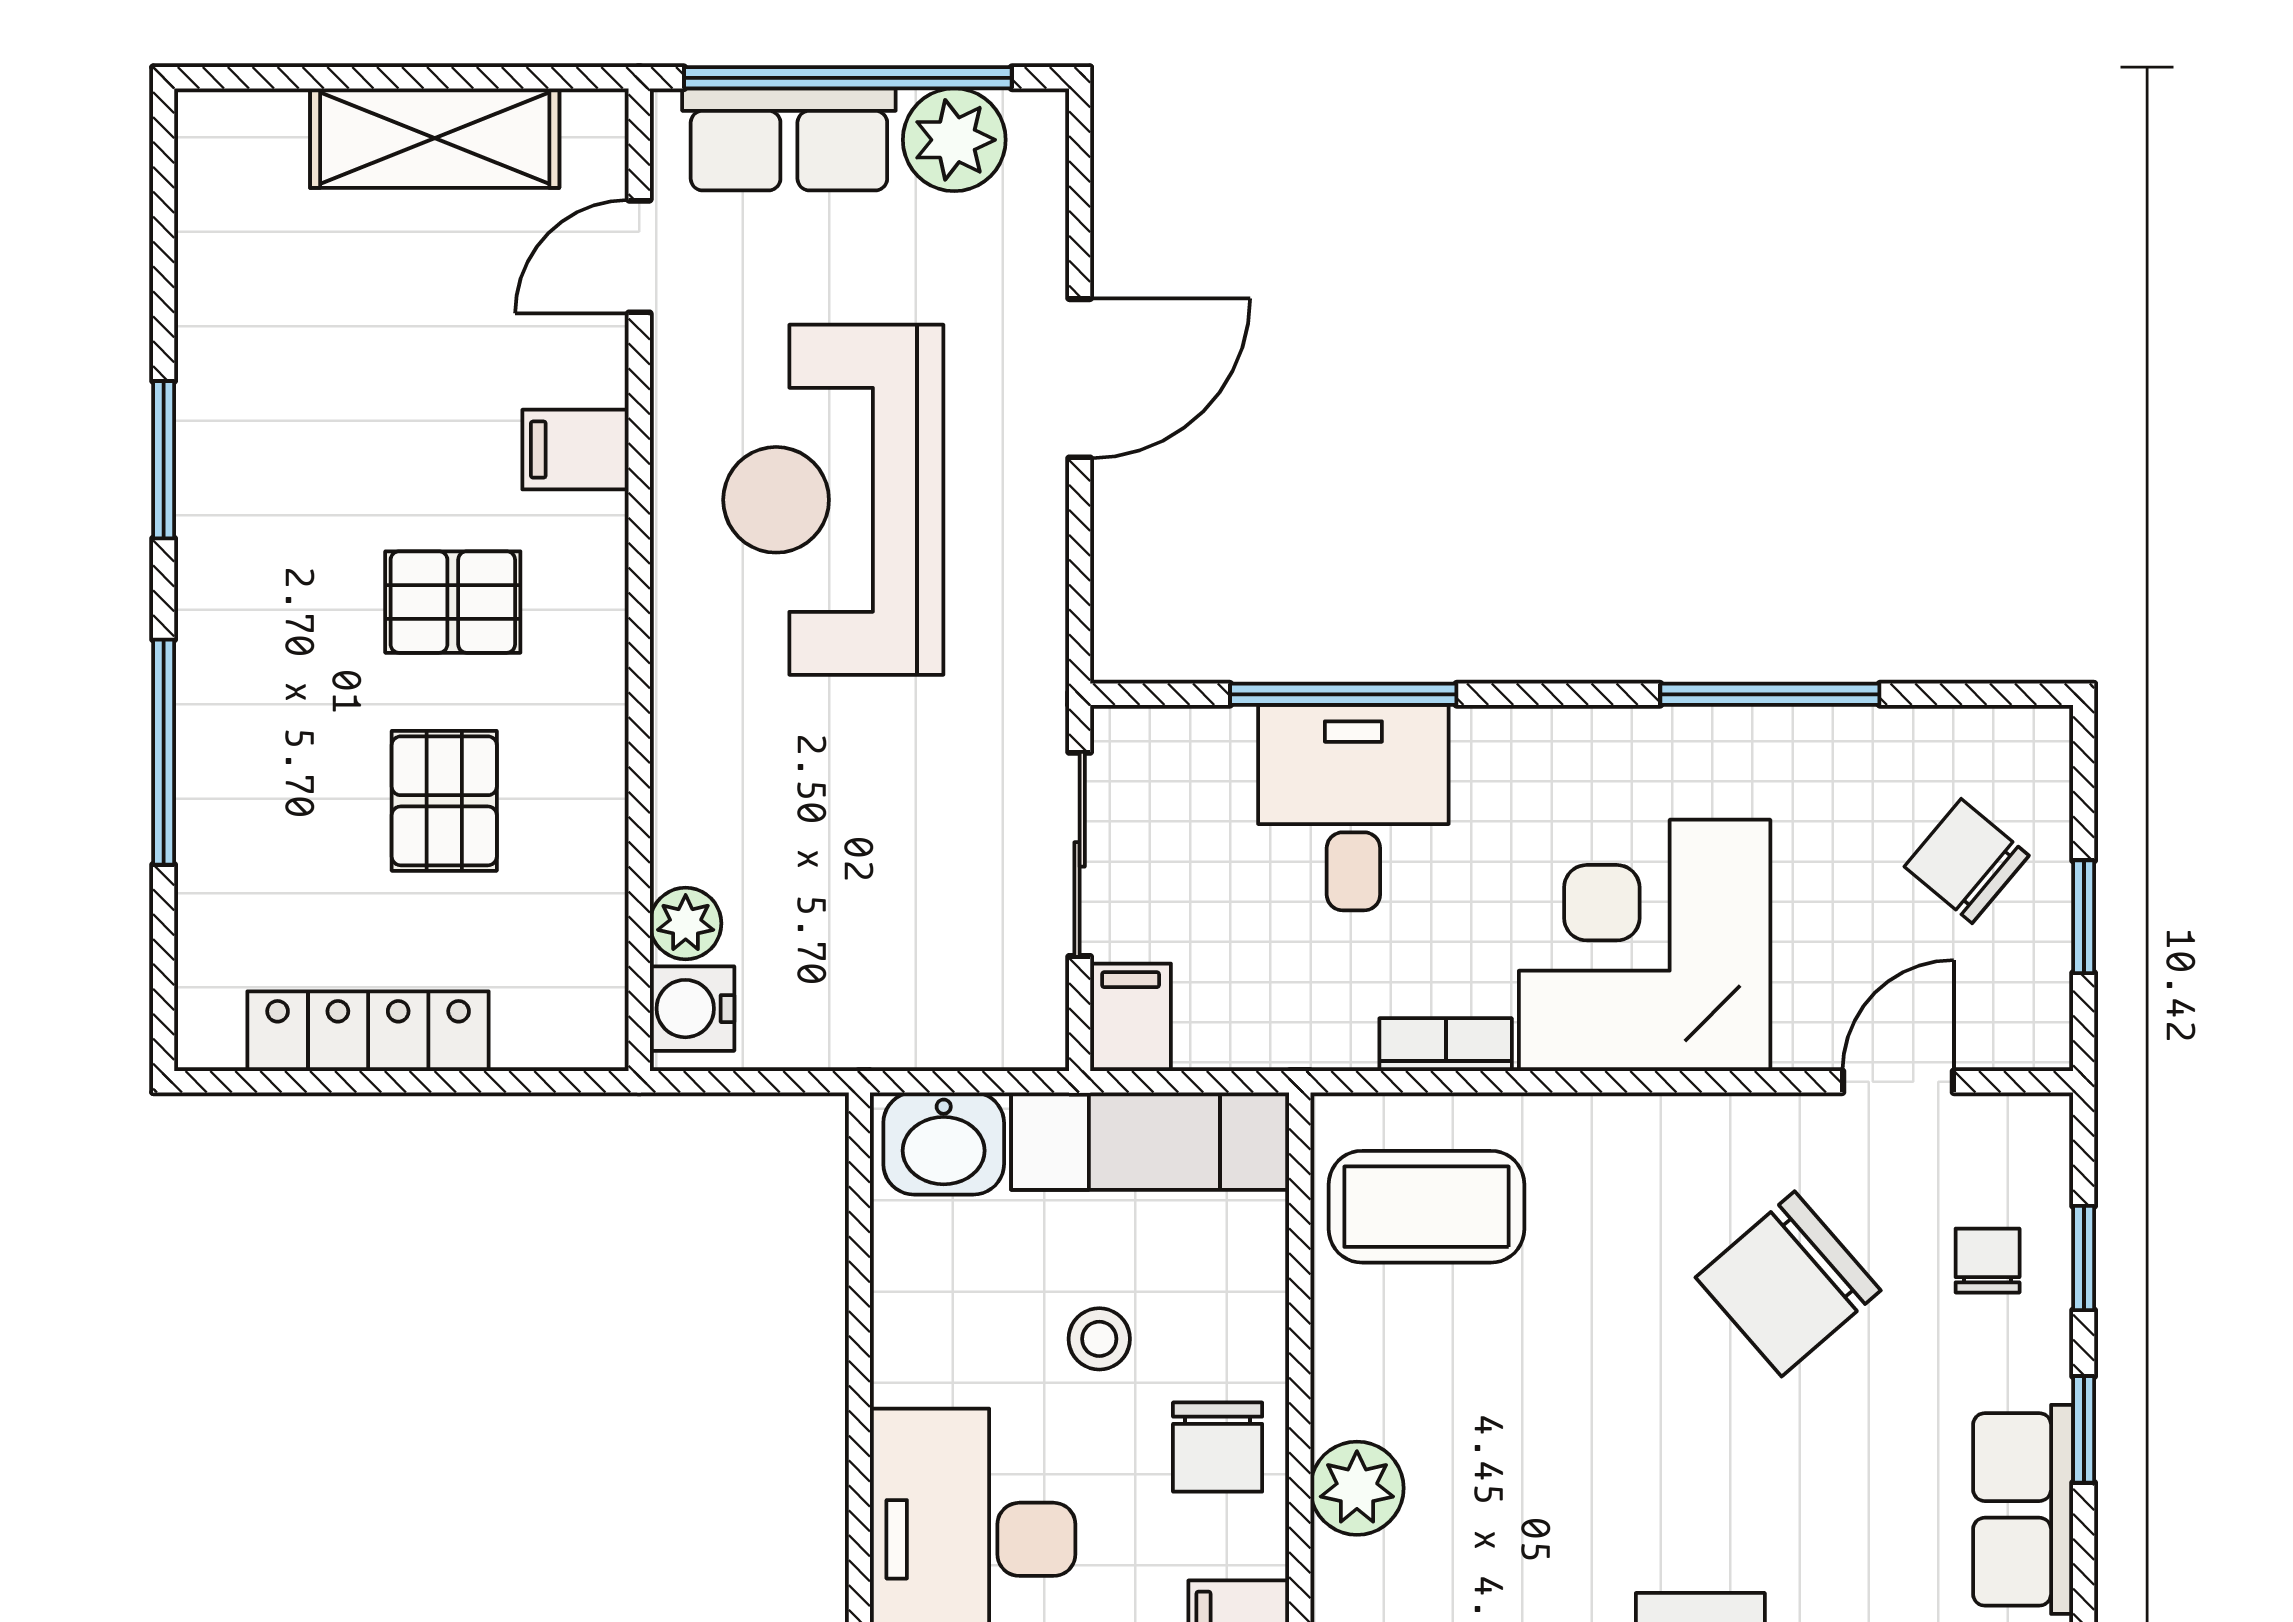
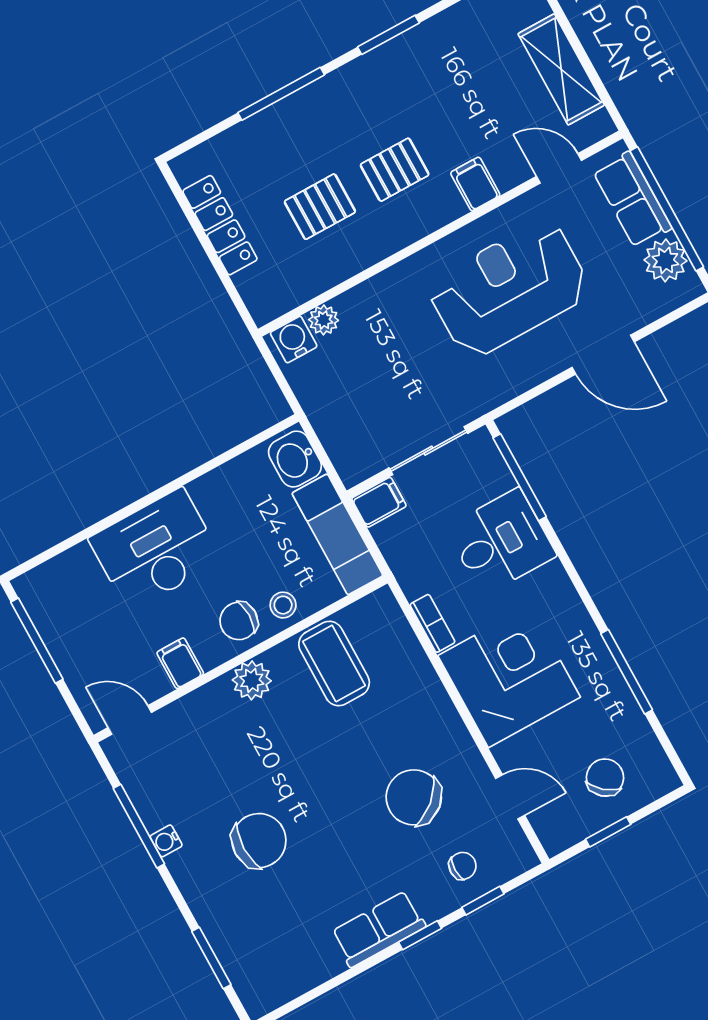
pallet: (453, 602) -> (395, 170), turned 90
window: (1343, 694) -> (520, 477), moved
coffee table: (1426, 1207) -> (334, 664), moved
stool: (1099, 1339) -> (283, 605), moved

